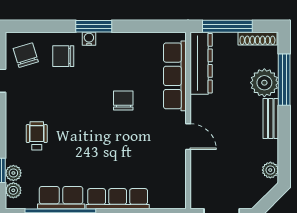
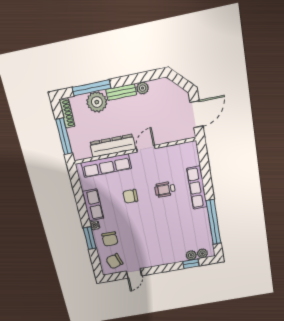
window: (94, 26) -> (90, 238), moved
dresser: (201, 63) -> (113, 146), moved
wheelchair: (37, 136) -> (165, 189), moved
plant: (270, 170) -> (143, 88), moved
row of seats: (61, 198) -> (93, 205), moved, turned 180

